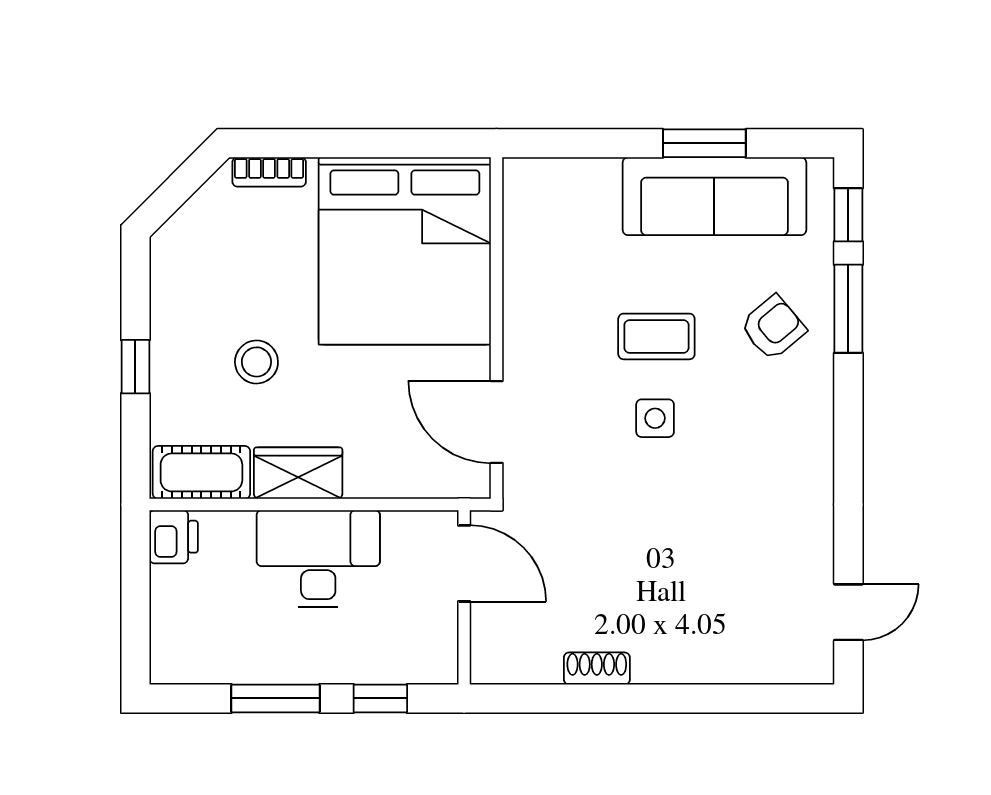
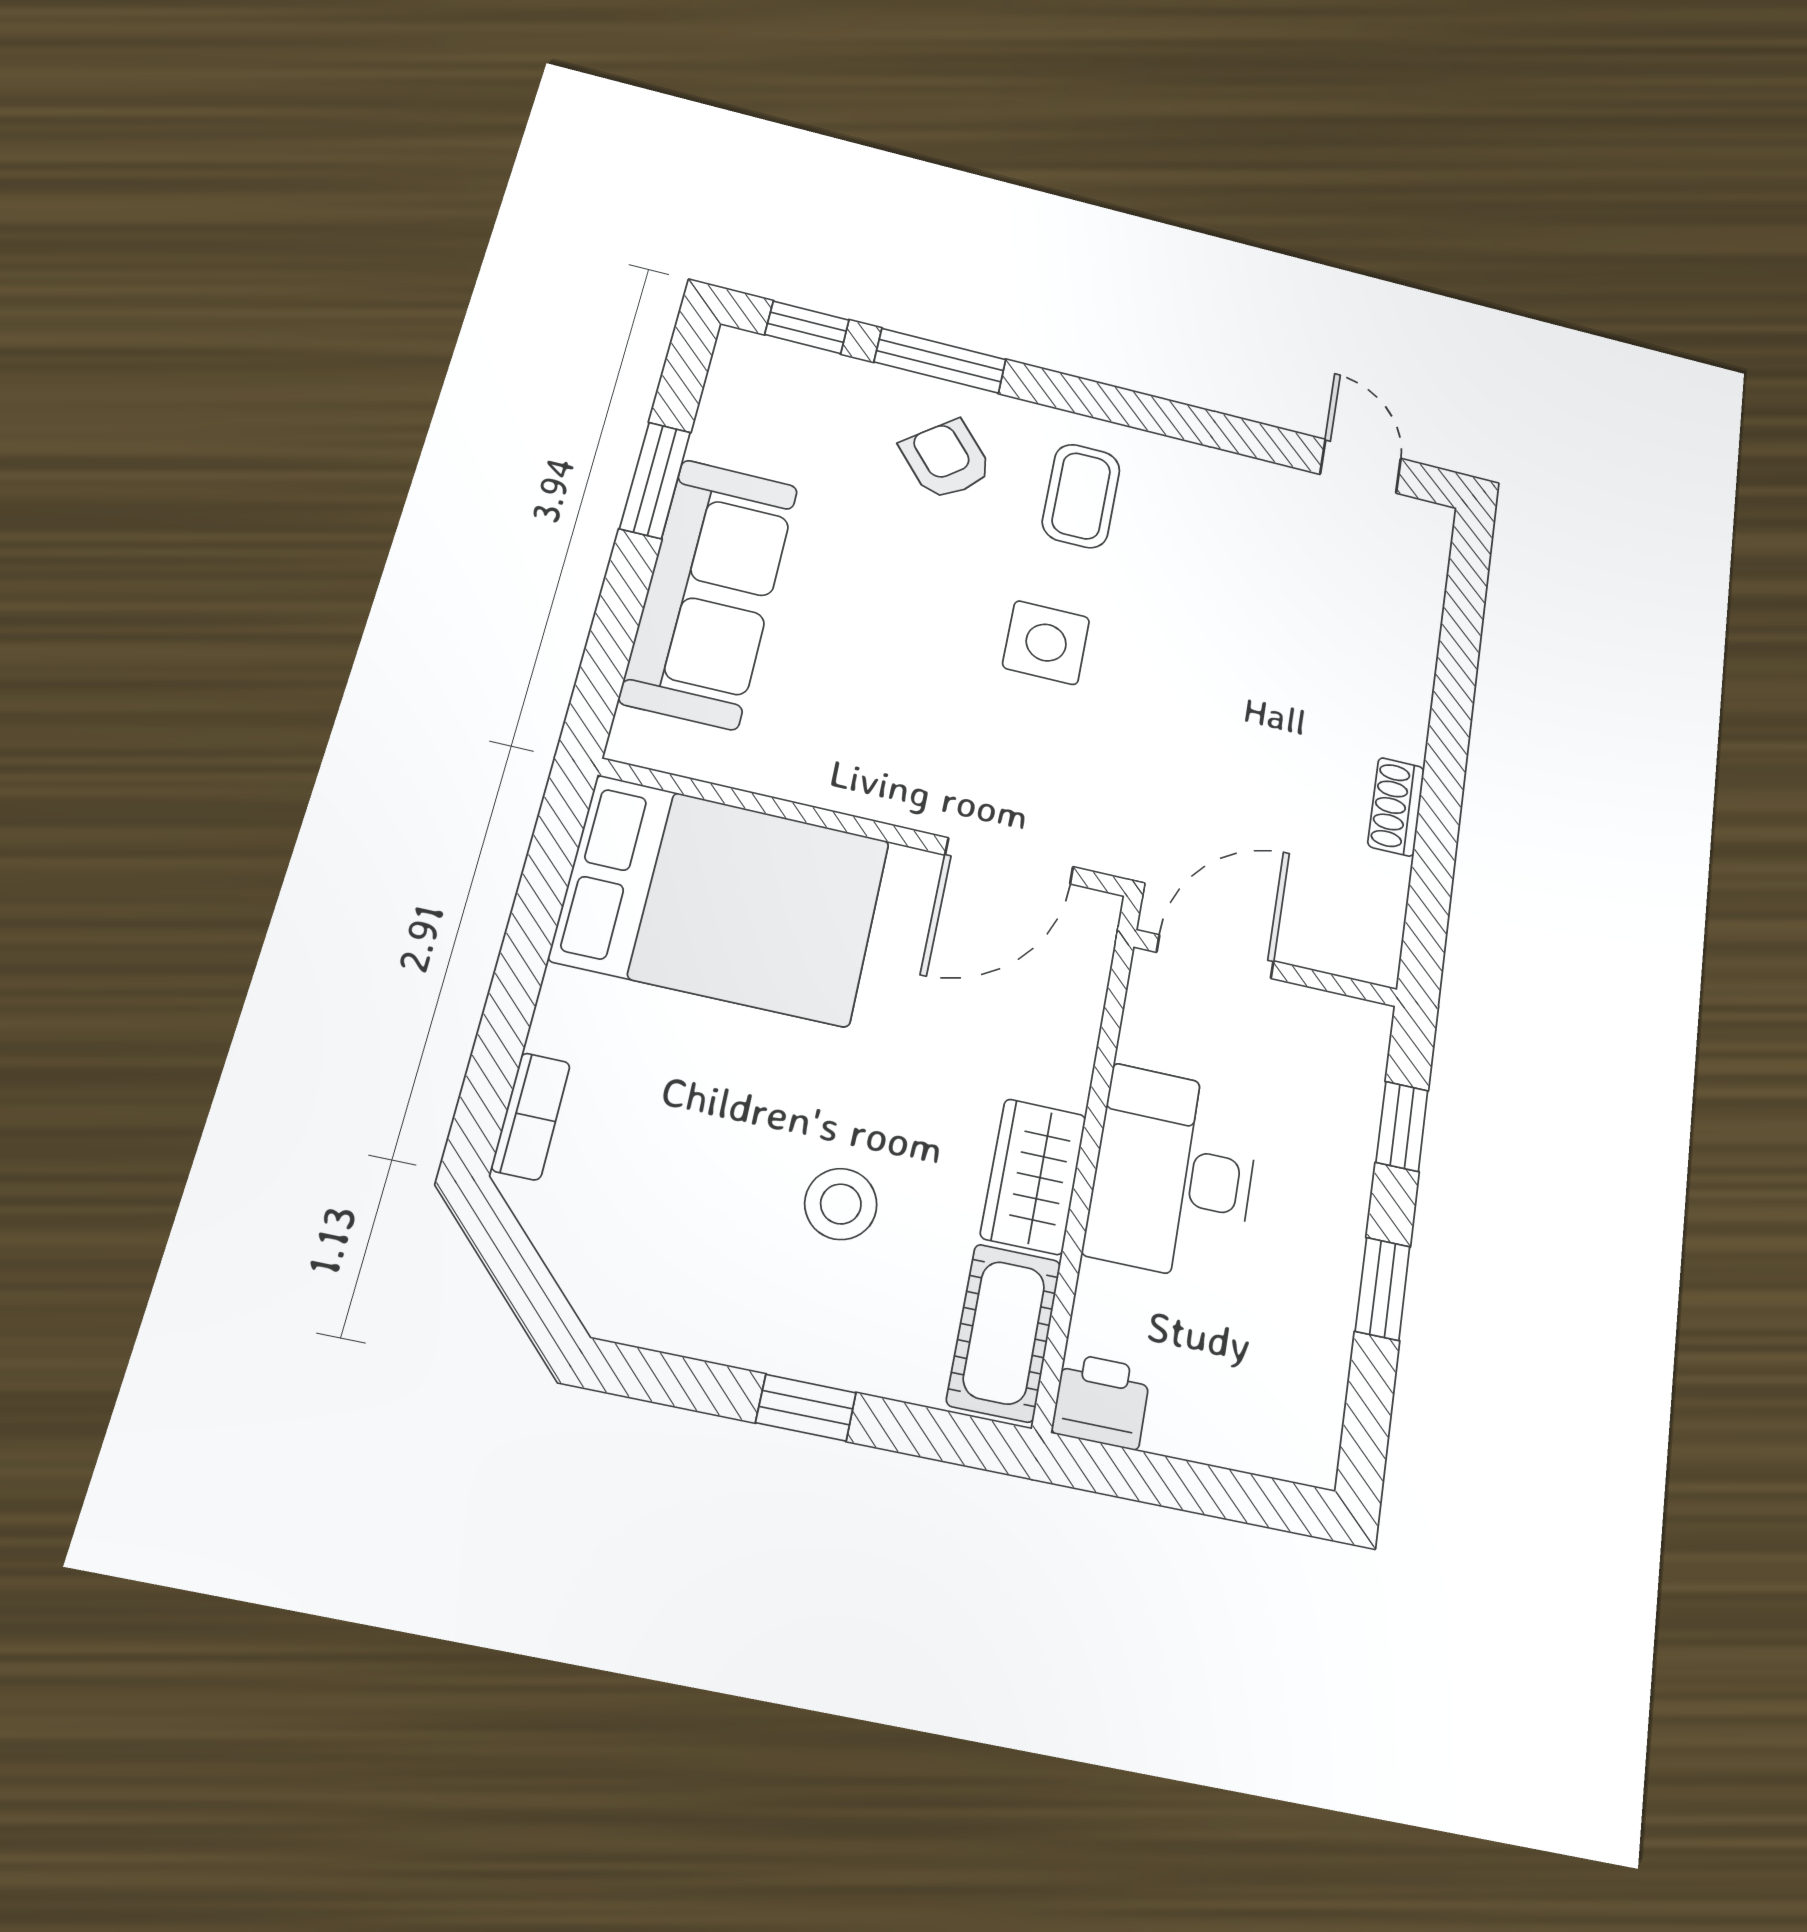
sofa: (714, 196) -> (710, 593), moved
bed: (405, 251) -> (722, 900), width x0.73
coffee table: (656, 336) -> (1081, 496), moved
side table: (655, 418) -> (1046, 643), width x1.37, depth x1.37
window: (275, 698) -> (1383, 1289), width x0.67

